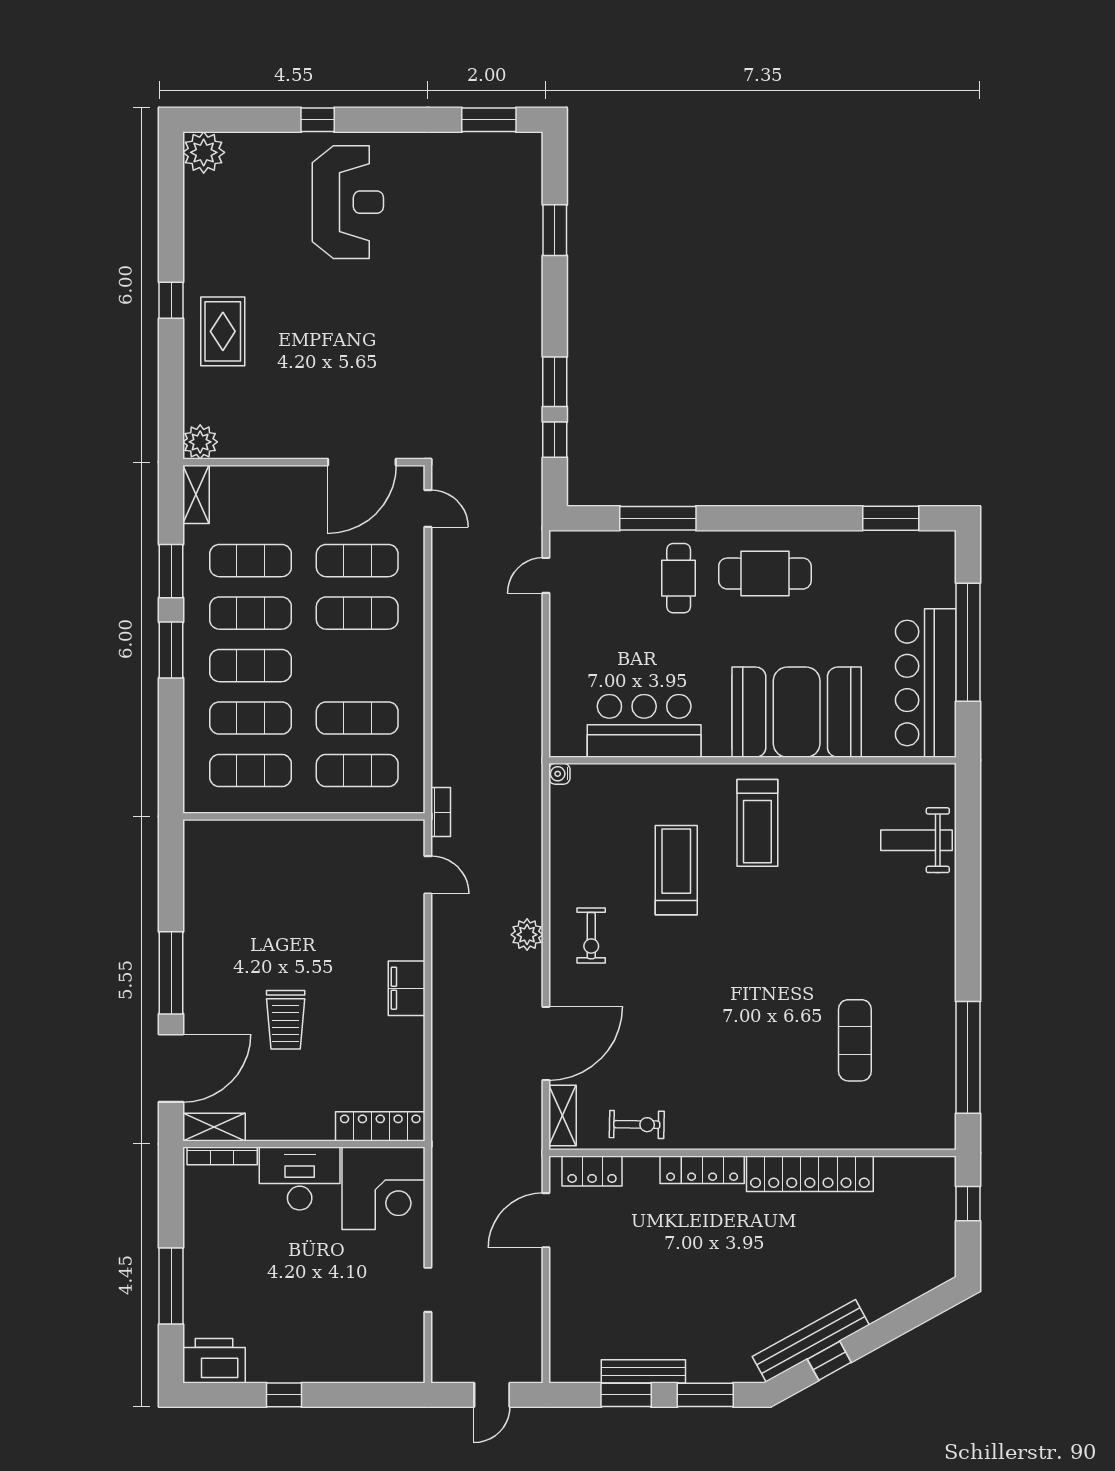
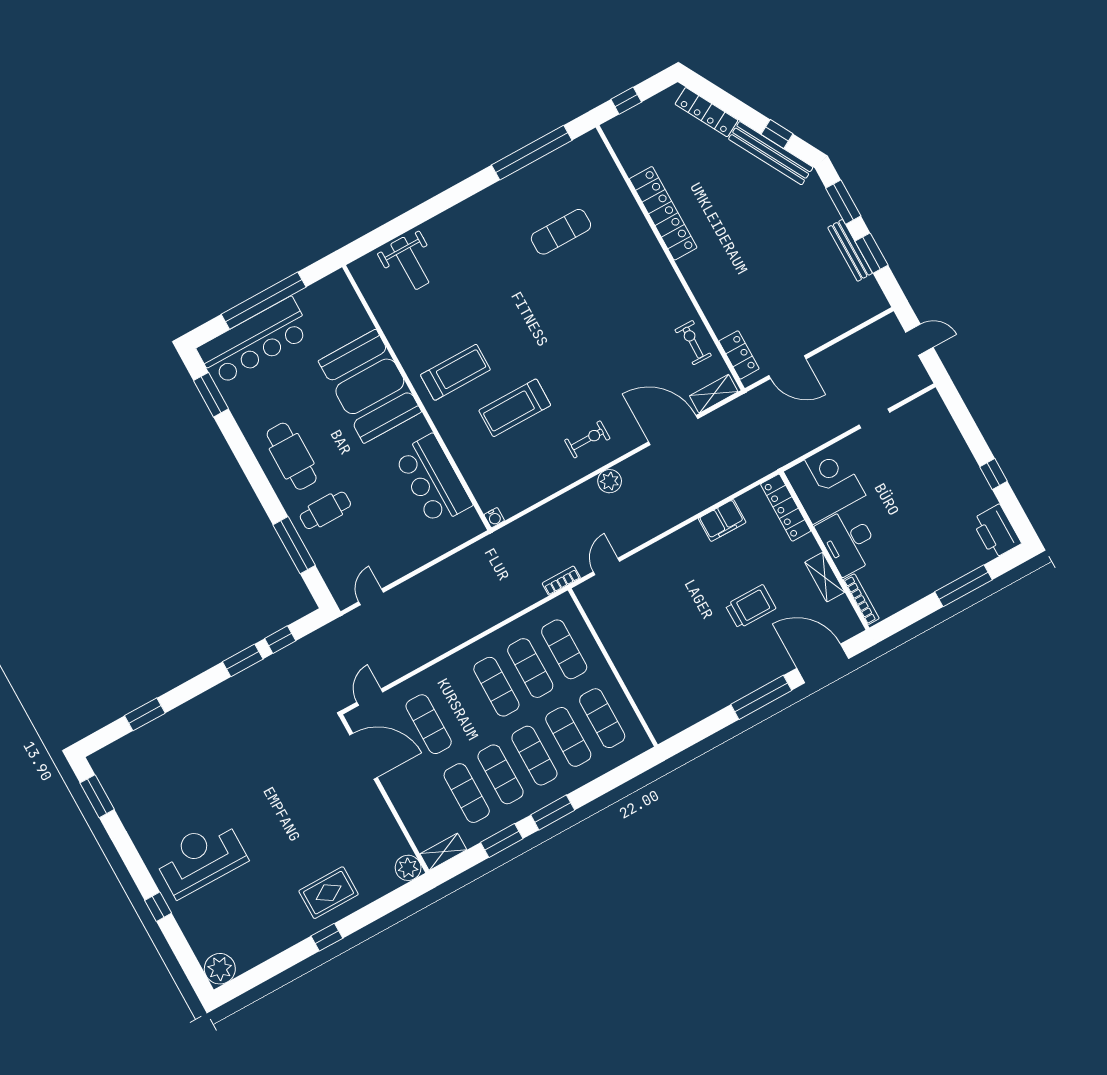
door: (546, 575) -> (371, 597), swing flipped
exercise mat: (357, 613) -> (496, 687), moved
bar counter: (926, 683) -> (254, 341), moved
filing cabinet: (407, 988) -> (722, 520), moved
shelving: (214, 1127) -> (825, 577), moved
locker: (702, 1170) -> (706, 112), moved, turned 151

